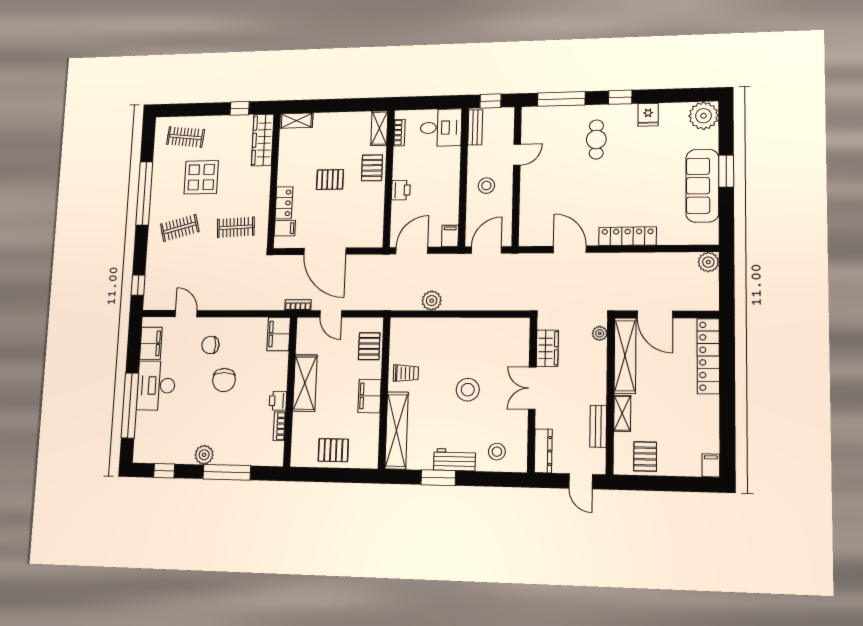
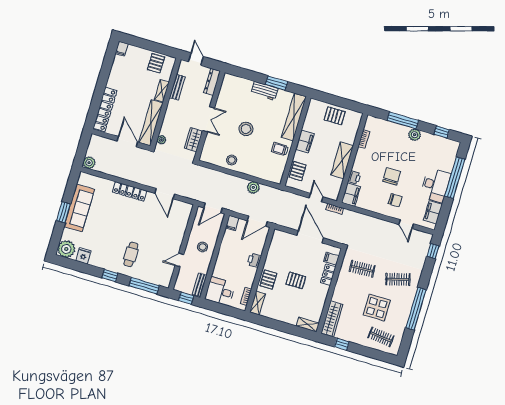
fridge: (648, 115) -> (83, 256), moved
printer: (278, 401) -> (354, 178), moved
stool: (497, 452) -> (232, 160), moved

